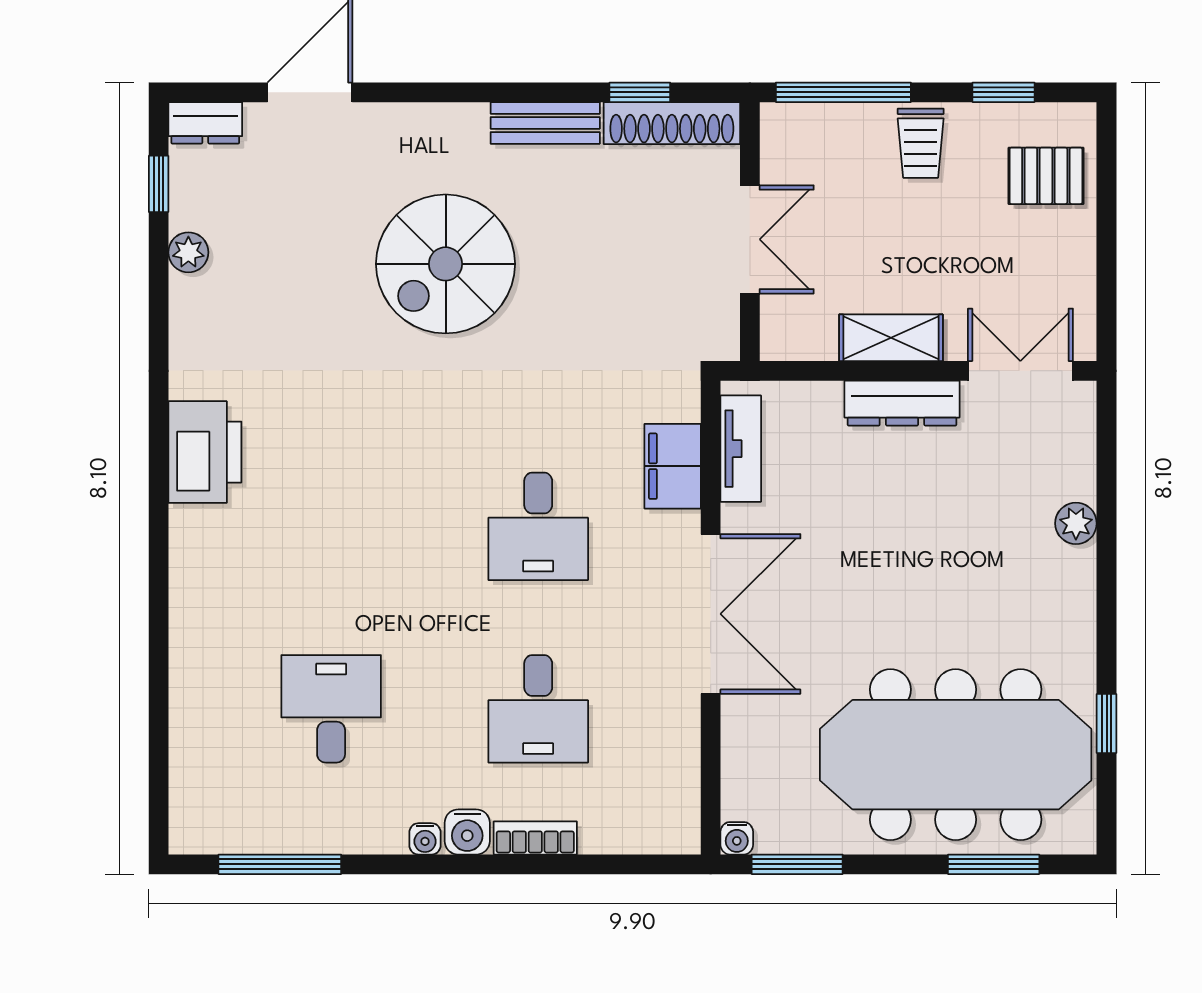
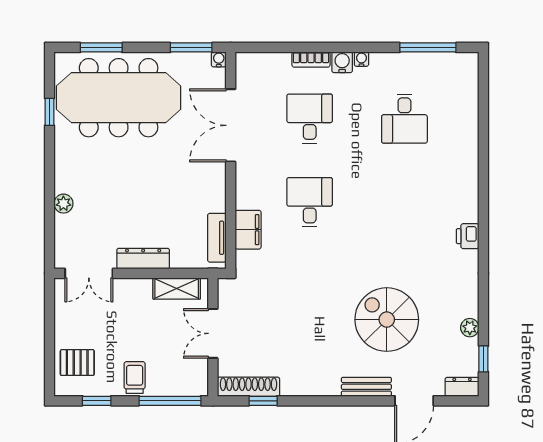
bench: (545, 123) -> (366, 387), moved
spiral stairs: (446, 264) -> (387, 320), moved, turned -90
shelving: (891, 338) -> (177, 288), moved
printer: (205, 452) -> (468, 236), width x0.53, depth x0.68
double door: (711, 614) -> (231, 125), moved

